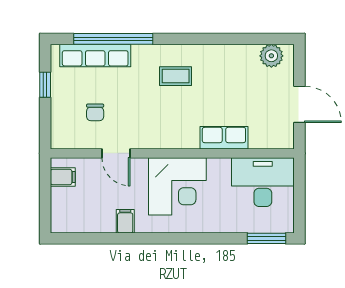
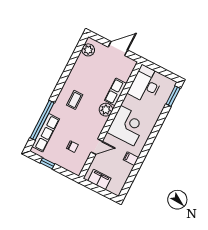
plant: (186, 137) -> (106, 110), added
filing cabinet: (63, 177) -> (99, 180), width x2.00

